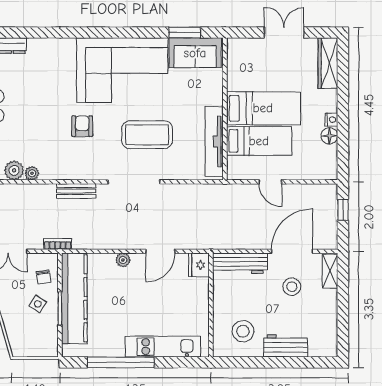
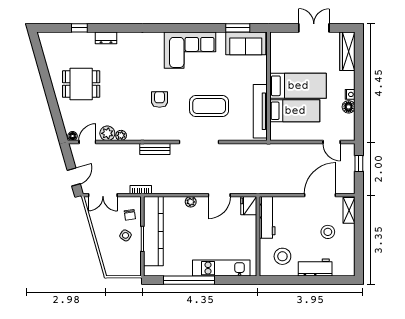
corner sofa: (122, 70) -> (190, 50), width x0.73, depth x0.74
door: (270, 182) -> (332, 142), moved
workbench: (240, 263) -> (267, 217), moved, turned -90
stool: (292, 287) -> (328, 232), moved

